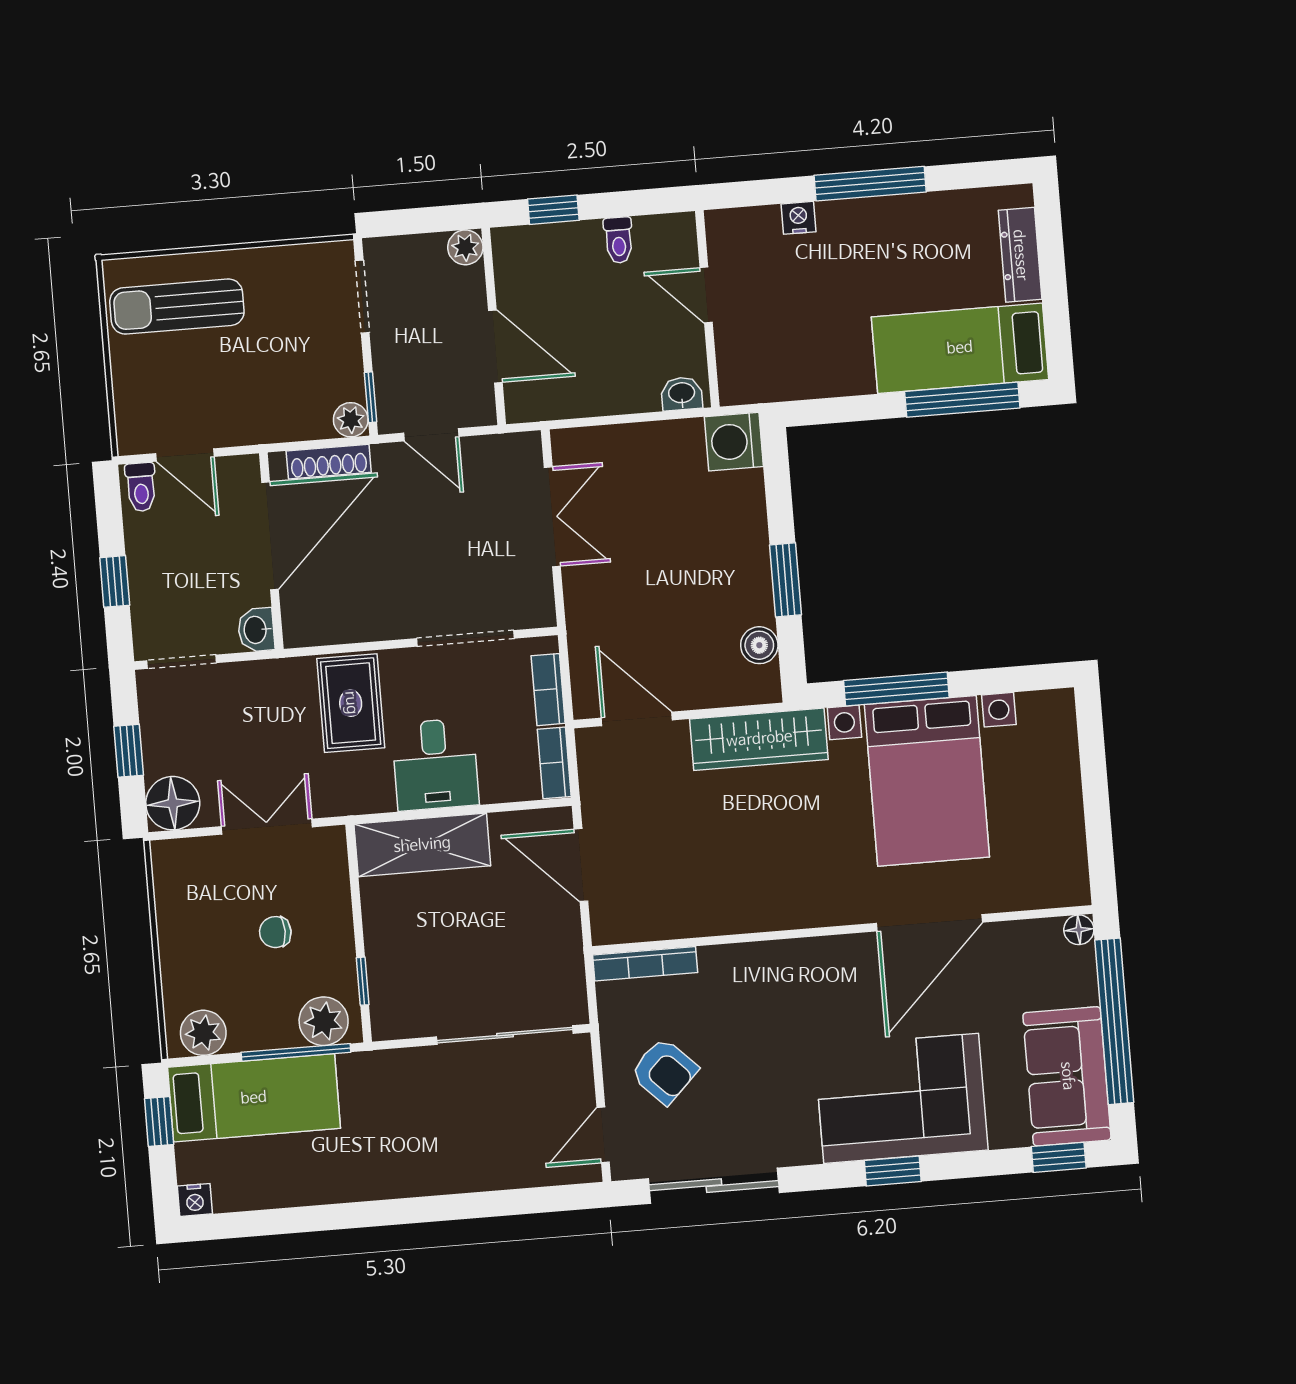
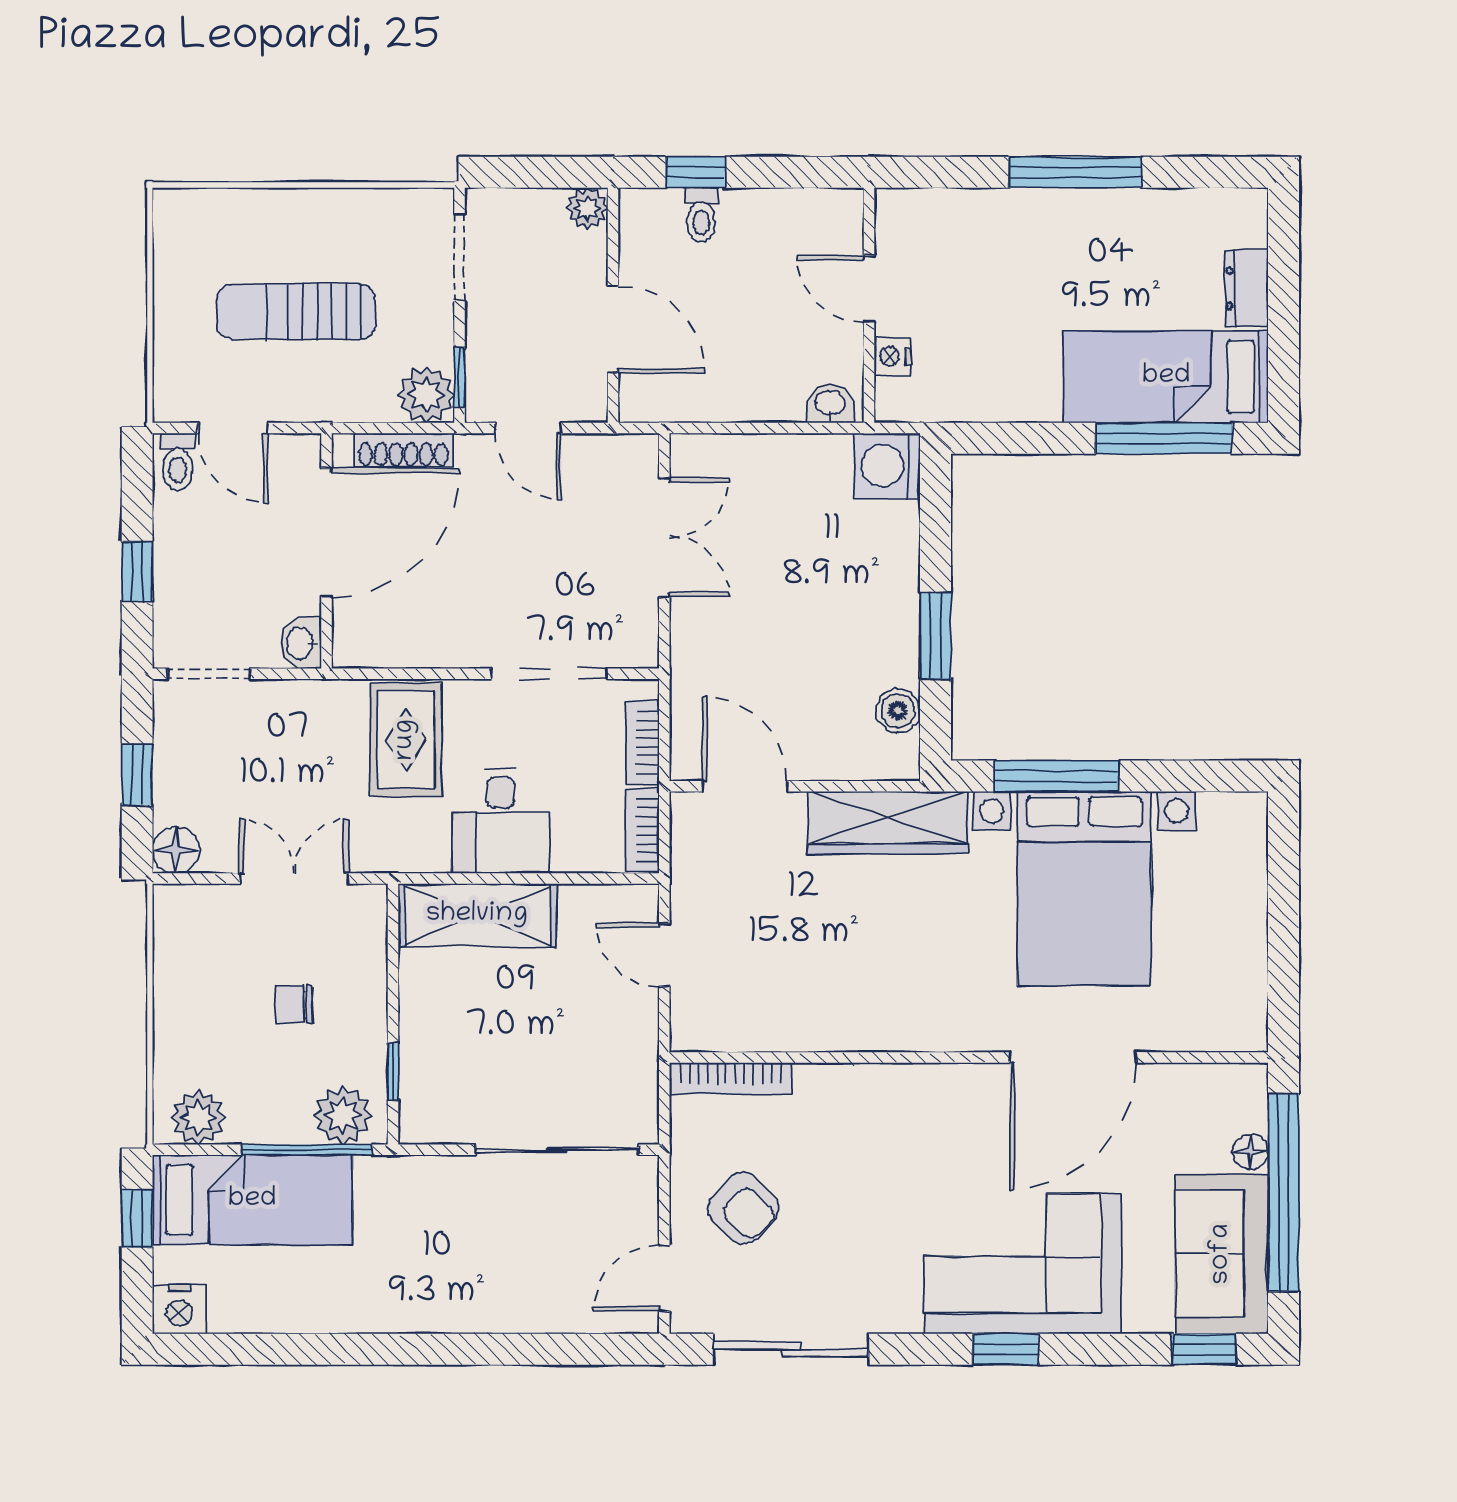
nightstand: (798, 218) -> (892, 357), moved, turned -90
toilet: (619, 240) -> (701, 215), moved
dresser: (1020, 255) -> (1247, 288), width x0.70
sun lounger: (177, 307) -> (296, 312), moved
plant: (351, 420) -> (426, 395), width x1.38, depth x1.38
floor lamp: (173, 803) -> (176, 850), width x0.73, depth x0.73
door: (581, 865) -> (664, 955), width x0.73
floor lamp: (1079, 930) -> (1250, 1152), moved
nightstand: (195, 1200) -> (180, 1309), width x1.39, depth x1.35

